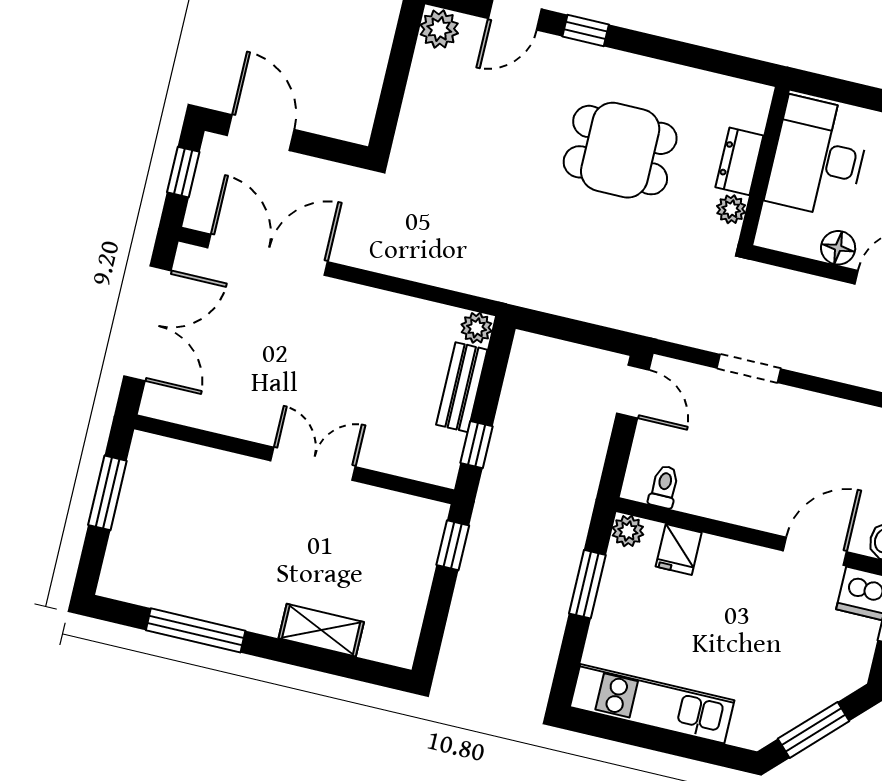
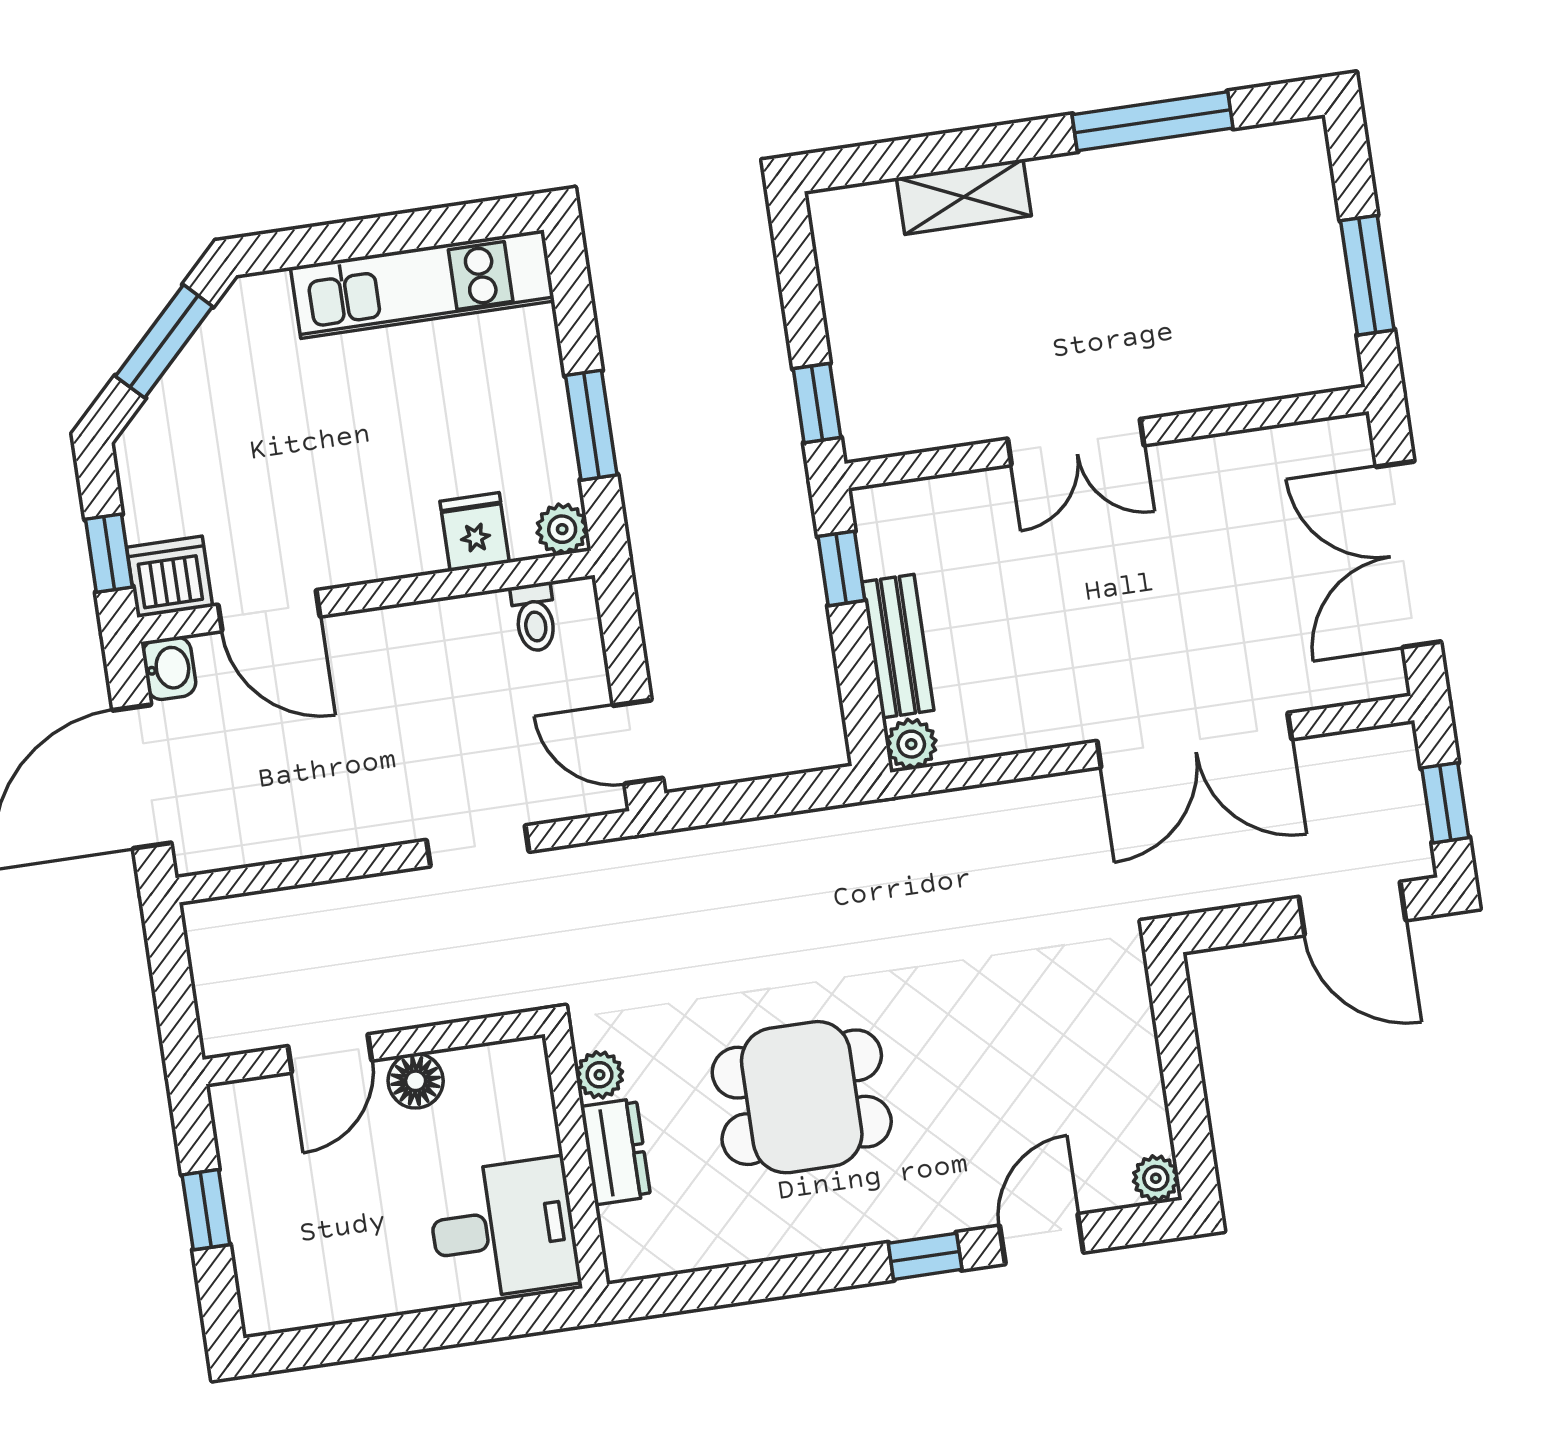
plant: (439, 29) -> (1156, 1178), width x0.73, depth x0.73
desk: (818, 157) -> (503, 1229), width x0.73
double door: (268, 255) -> (1194, 740), moved
door: (815, 551) -> (269, 611), hinge flipped

